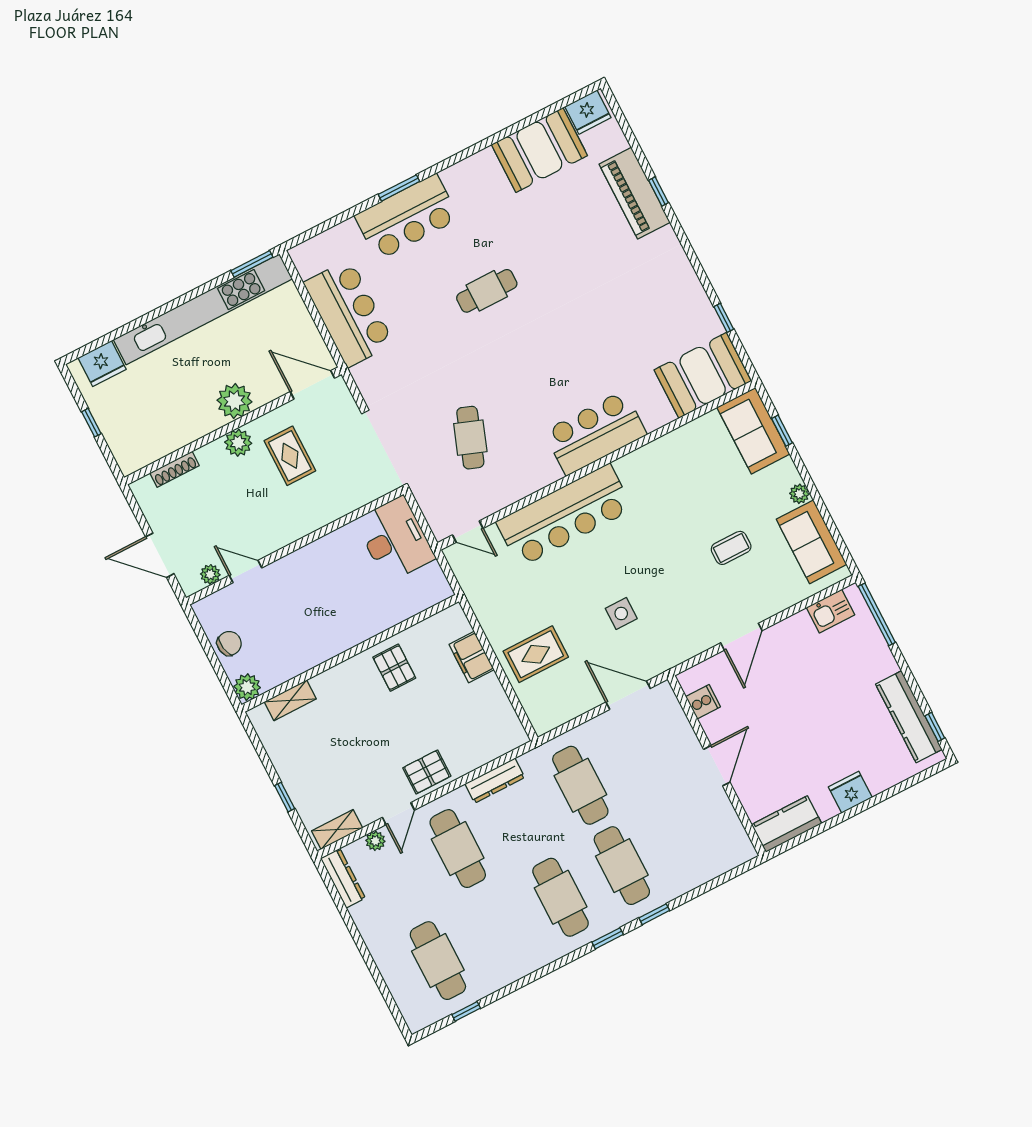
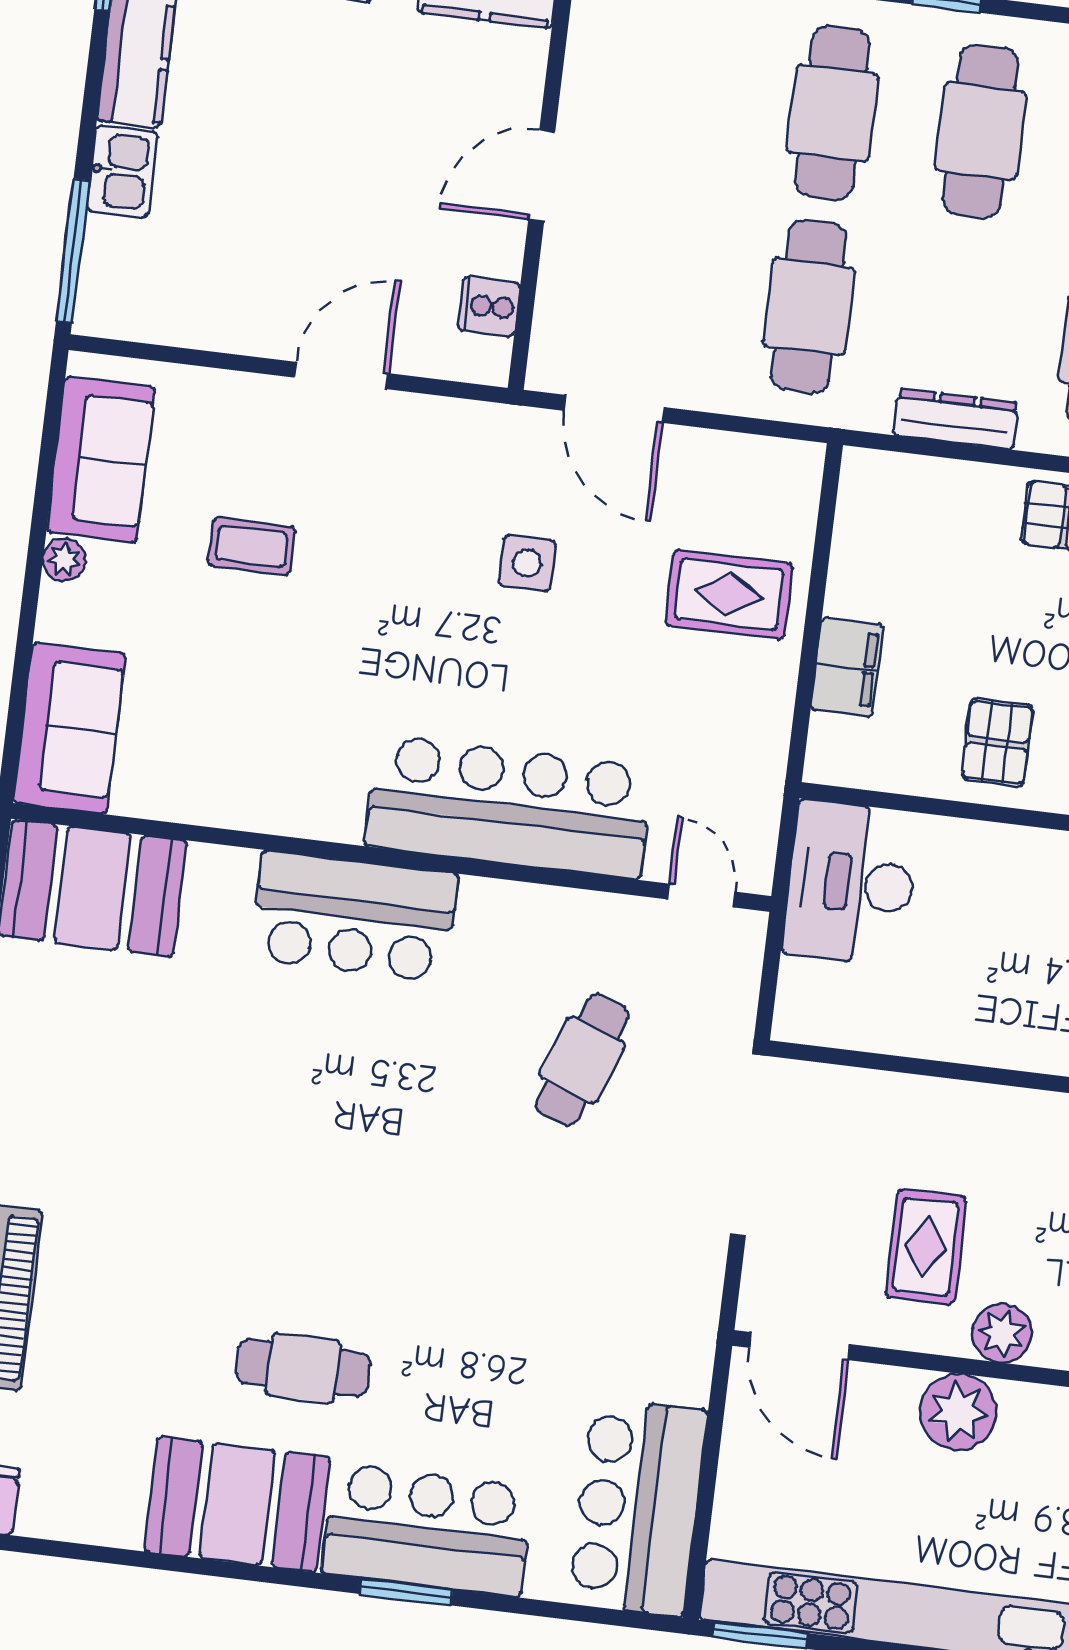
booth: (539, 150) -> (237, 1504), moved
cafe table: (487, 291) -> (303, 1368), moved
bar counter: (349, 313) -> (638, 1507), moved
window: (782, 431) -> (18, 693), removed
desk: (395, 539) -> (851, 883), moved
kitchen sink: (831, 611) -> (122, 171), moved, turned 90

